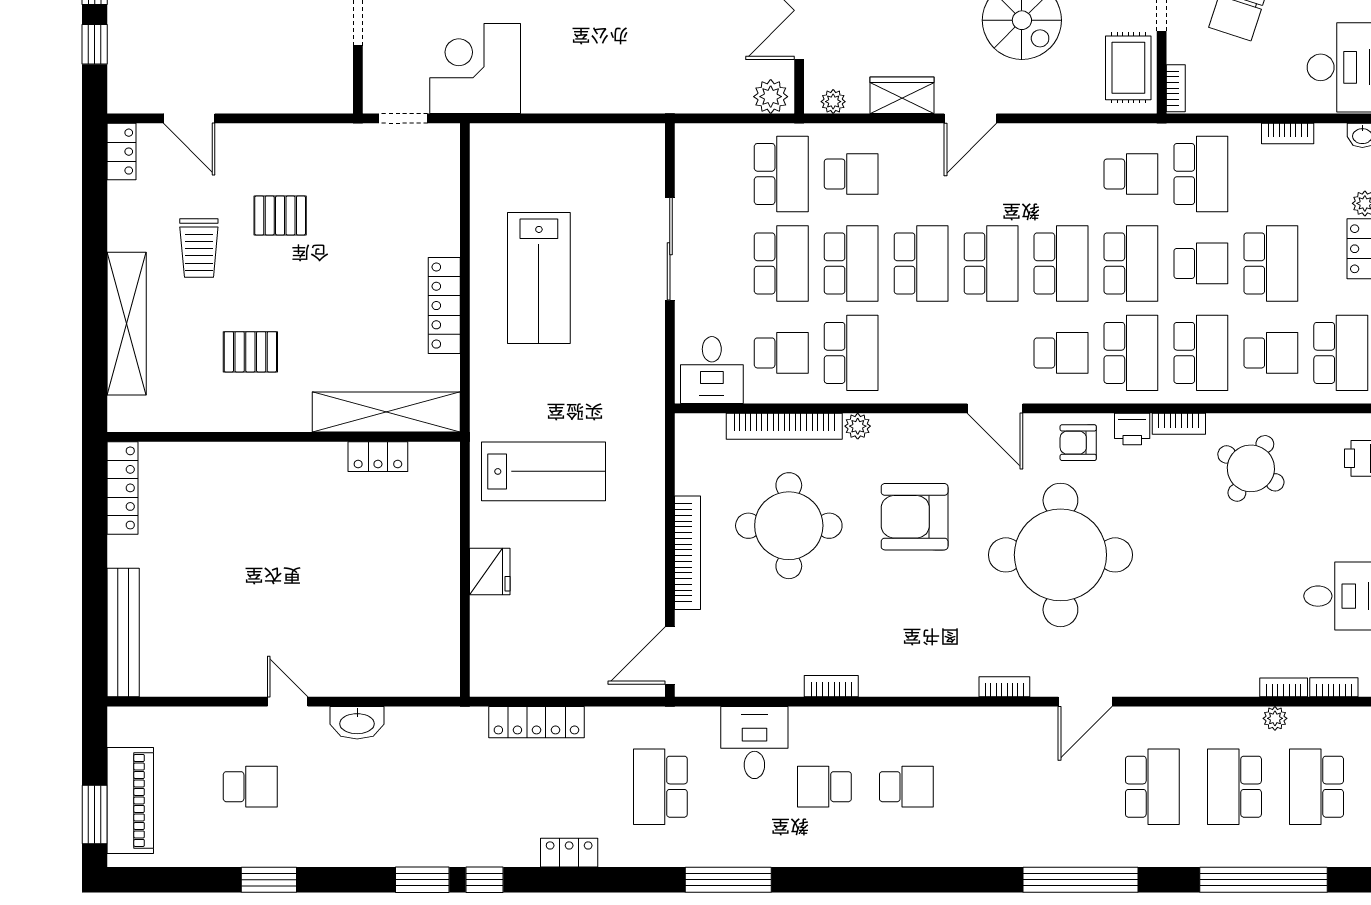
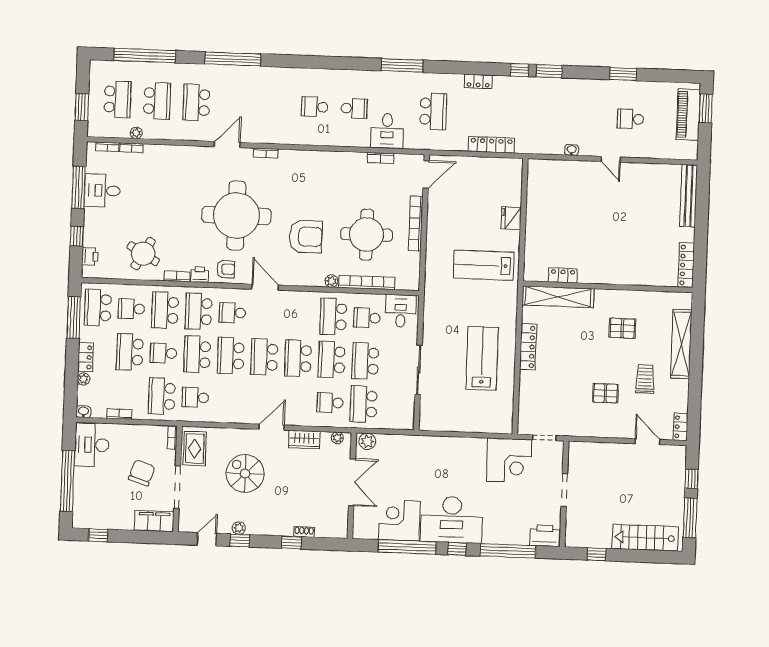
bookcase: (831, 686) -> (380, 158), moved
washbasin: (357, 723) -> (572, 150), width x0.52, depth x0.69

